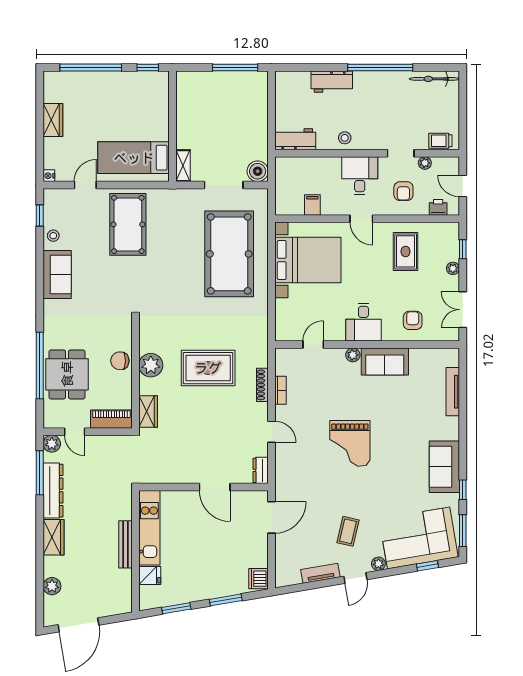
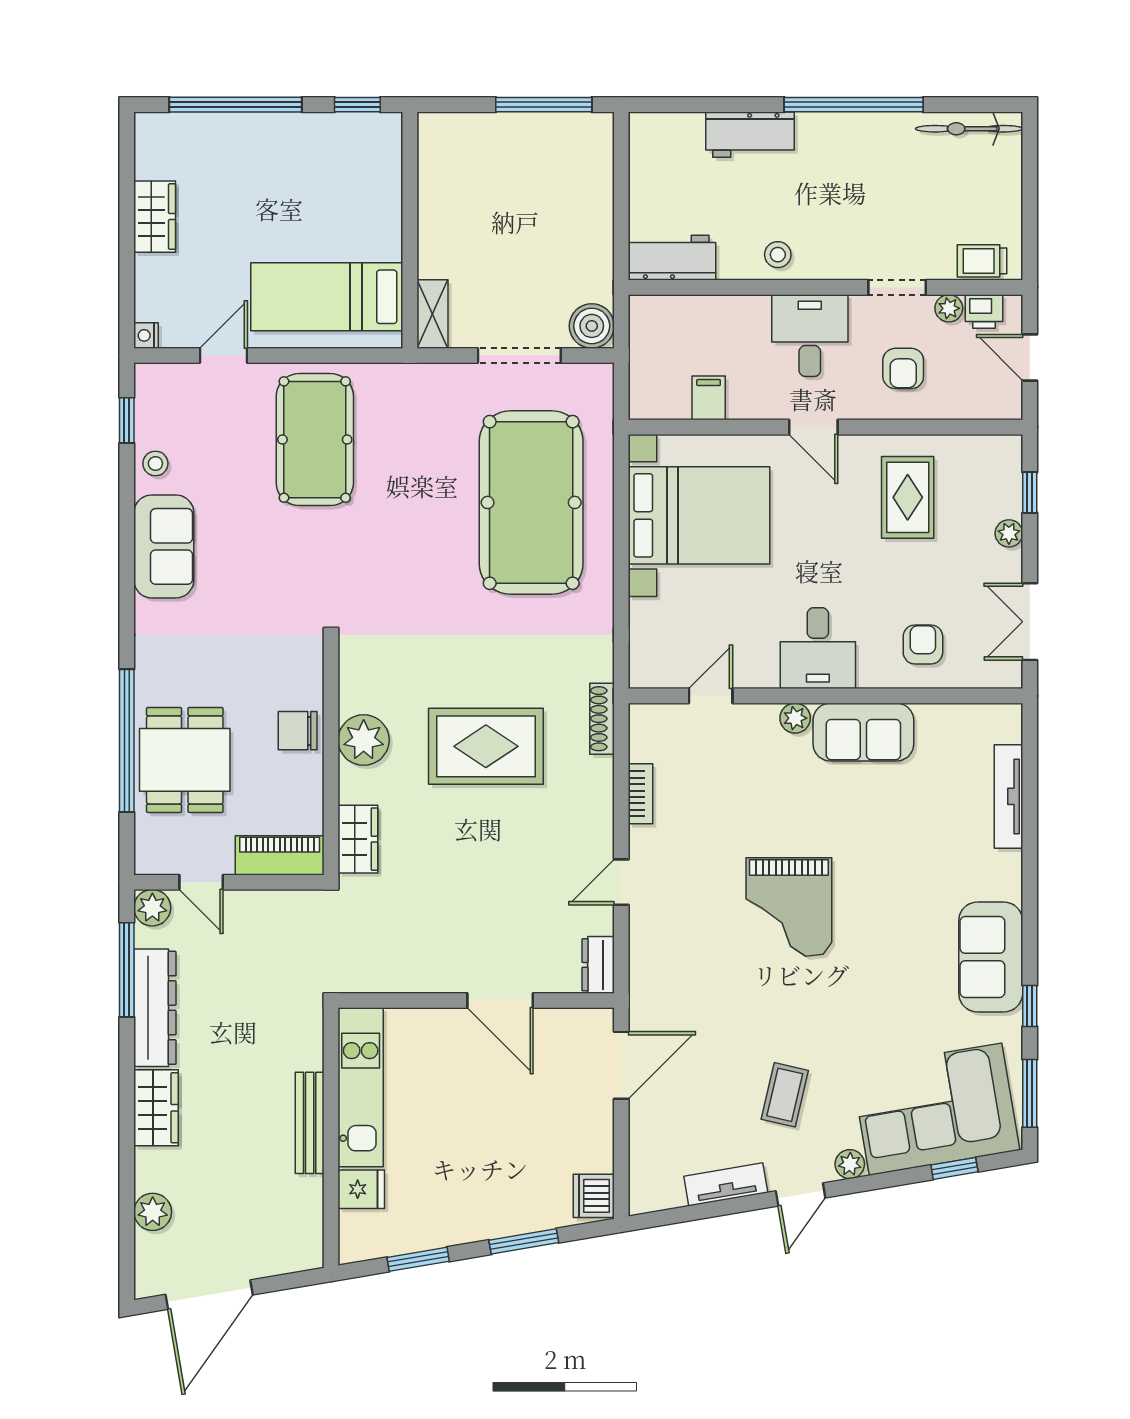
printer: (438, 207) -> (984, 311), moved, turned 180
shoe rack: (262, 385) -> (602, 719), moved
door: (271, 432) -> (621, 882), swing flipped

